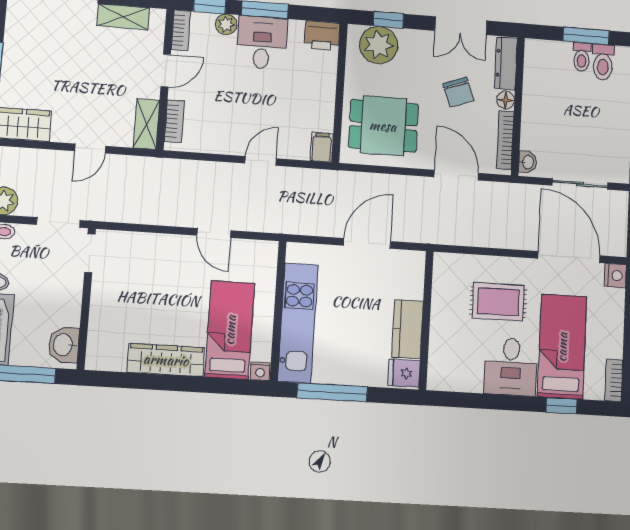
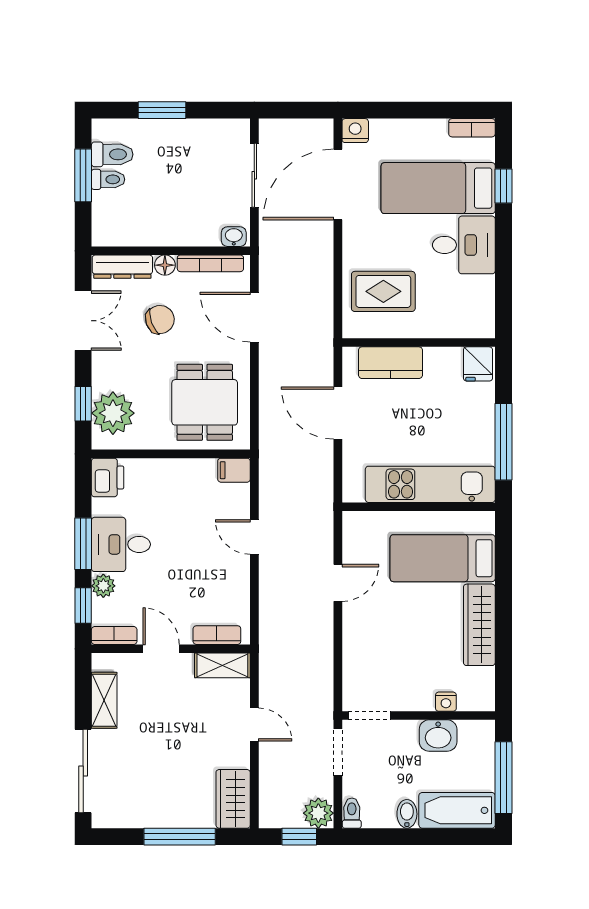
door: (456, 175) -> (254, 317), hinge flipped
rug: (498, 302) -> (383, 291), moved, turned 90
kitchen counter: (408, 329) -> (390, 363), moved
washbasin: (64, 345) -> (438, 736), moved
nightstand: (260, 371) -> (446, 702), moved, turned 90

